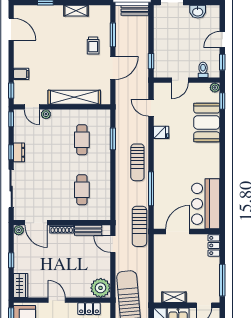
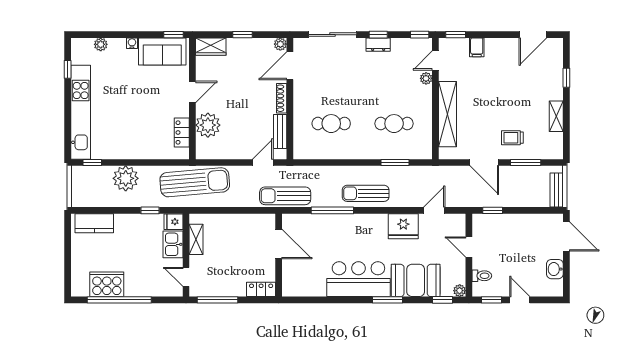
fridge: (161, 132) -> (403, 226), width x1.88, depth x1.34
window: (222, 145) -> (388, 300), added
bar counter: (206, 204) -> (358, 279), moved
plant: (101, 288) -> (208, 125), moved

